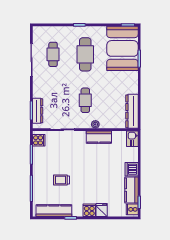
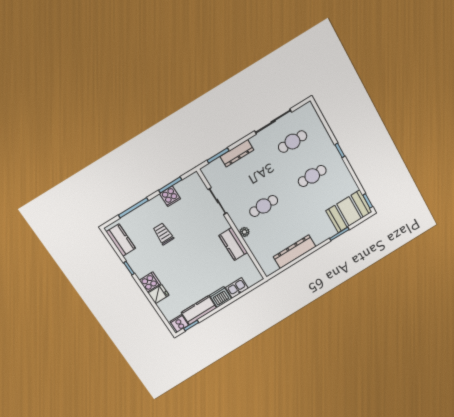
booth: (122, 48) -> (349, 211), width x0.73, depth x0.70
cafe table: (85, 54) -> (312, 176), width x0.73, depth x0.74
dresser: (38, 111) -> (237, 153), moved
dresser: (132, 111) -> (295, 252), moved
kitchen sink: (132, 139) -> (237, 288), moved
cooker: (39, 140) -> (170, 196), moved
kitchen counter: (54, 211) -> (121, 240), width x0.67

